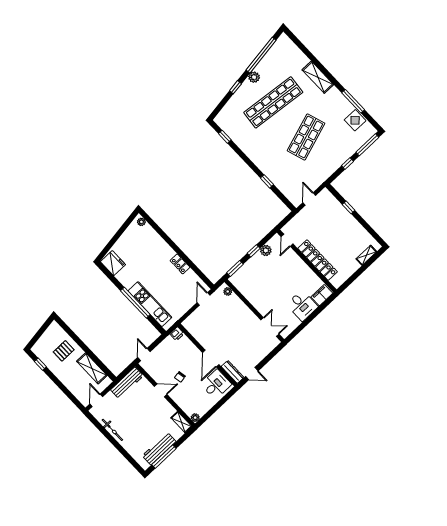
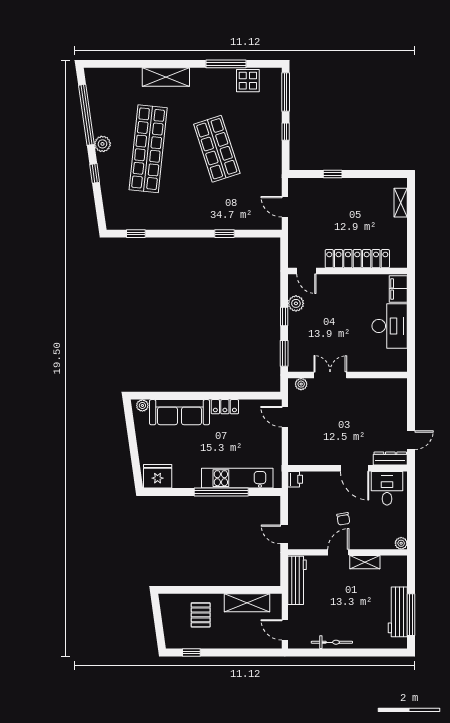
sofa: (156, 244) -> (179, 412), added
desk: (302, 306) -> (390, 326), width x1.37
double door: (270, 327) -> (330, 375), moved
shelving: (181, 422) -> (365, 562), moved

